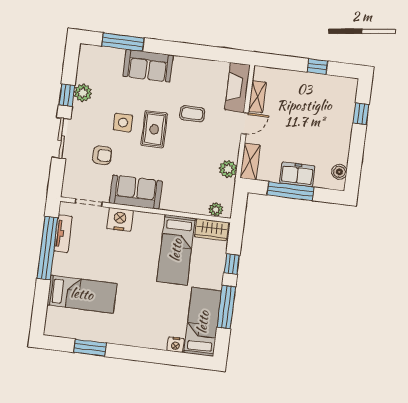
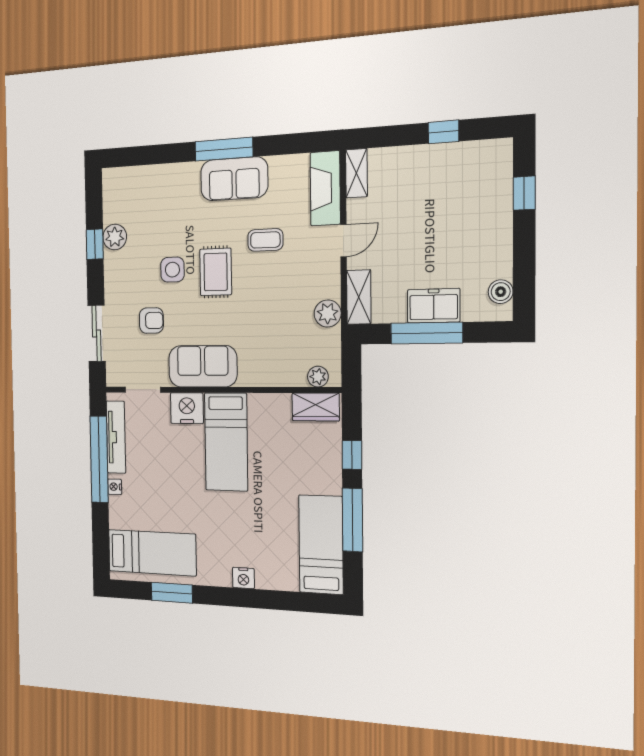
window: (123, 42) -> (224, 149), moved
sofa: (148, 66) -> (234, 179), moved
shelving: (257, 97) -> (356, 173), moved
sliding door: (61, 138) -> (97, 334), moved
tv unit: (63, 234) -> (116, 437), width x1.41
bed: (176, 250) -> (226, 442), moved
nightstand: (57, 269) -> (115, 487), added
bed: (82, 294) -> (152, 553), moved
nightstand: (176, 345) -> (243, 578), moved

